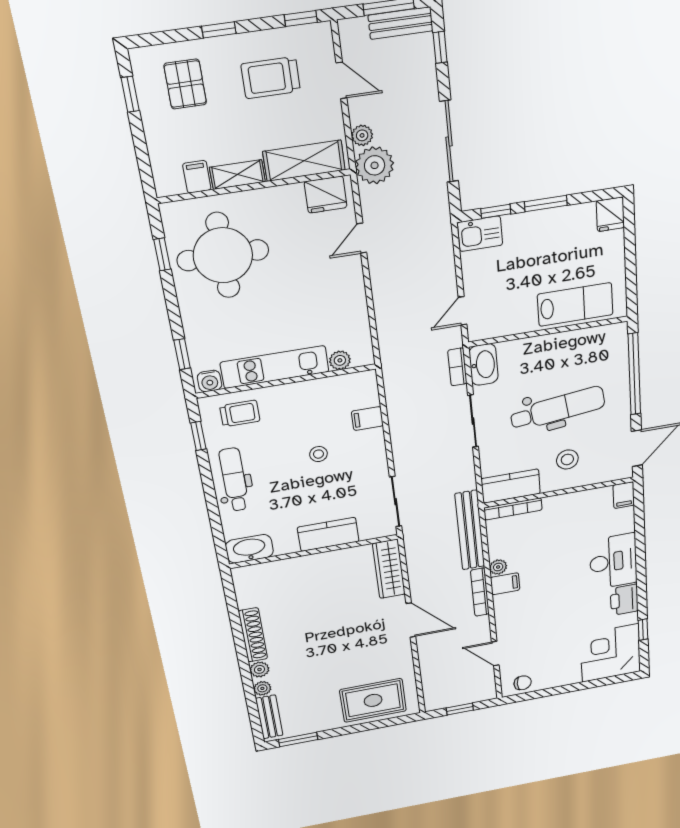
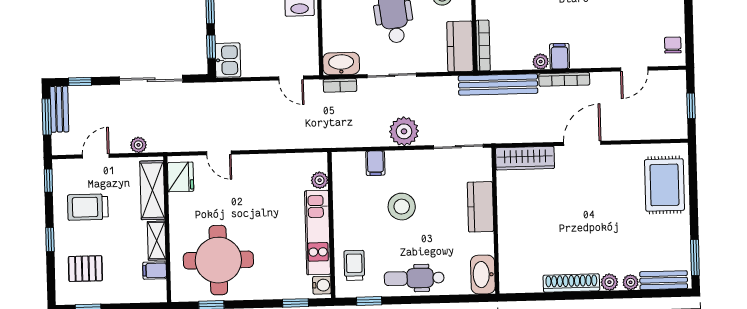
trolley: (271, 78) -> (88, 207), turned 90
plant: (375, 165) -> (404, 131), moved
stool: (318, 454) -> (402, 207), width x1.89, depth x1.89

